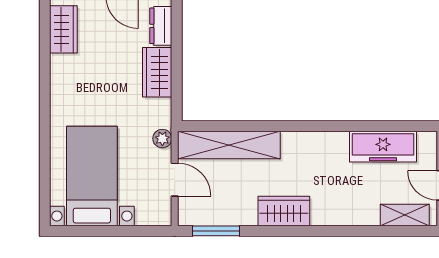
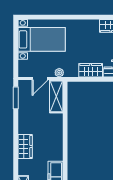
shelving: (229, 145) -> (56, 96), width x0.68
wardrobe: (284, 211) -> (25, 147), moved

